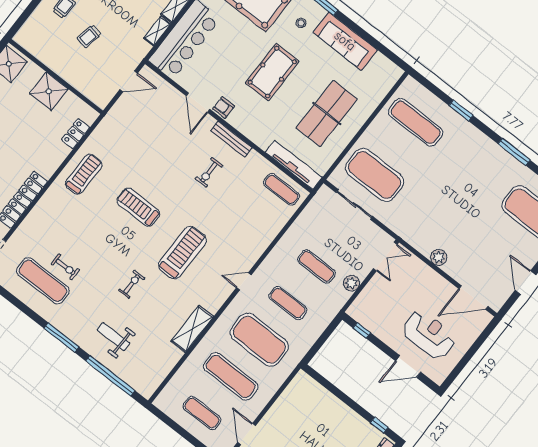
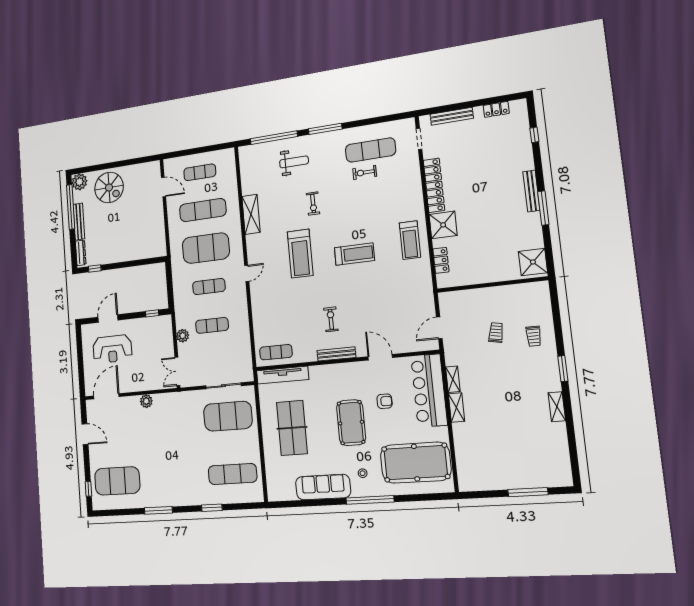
shower: (49, 91) -> (443, 225), moved
armchair: (224, 108) -> (385, 401), moved

